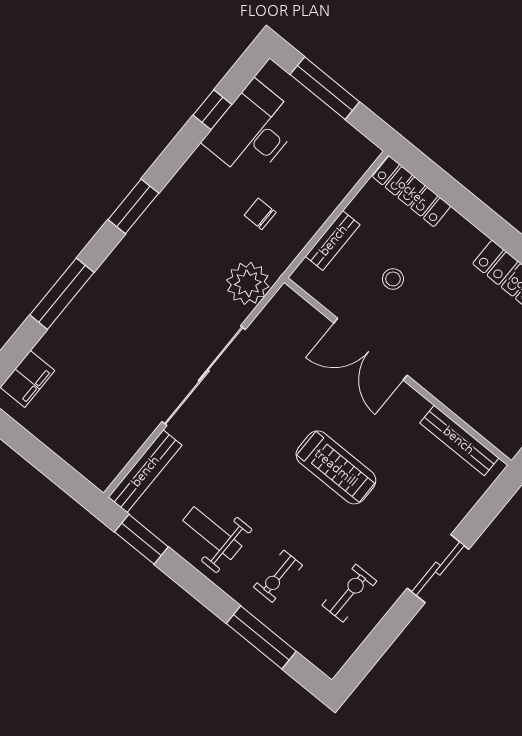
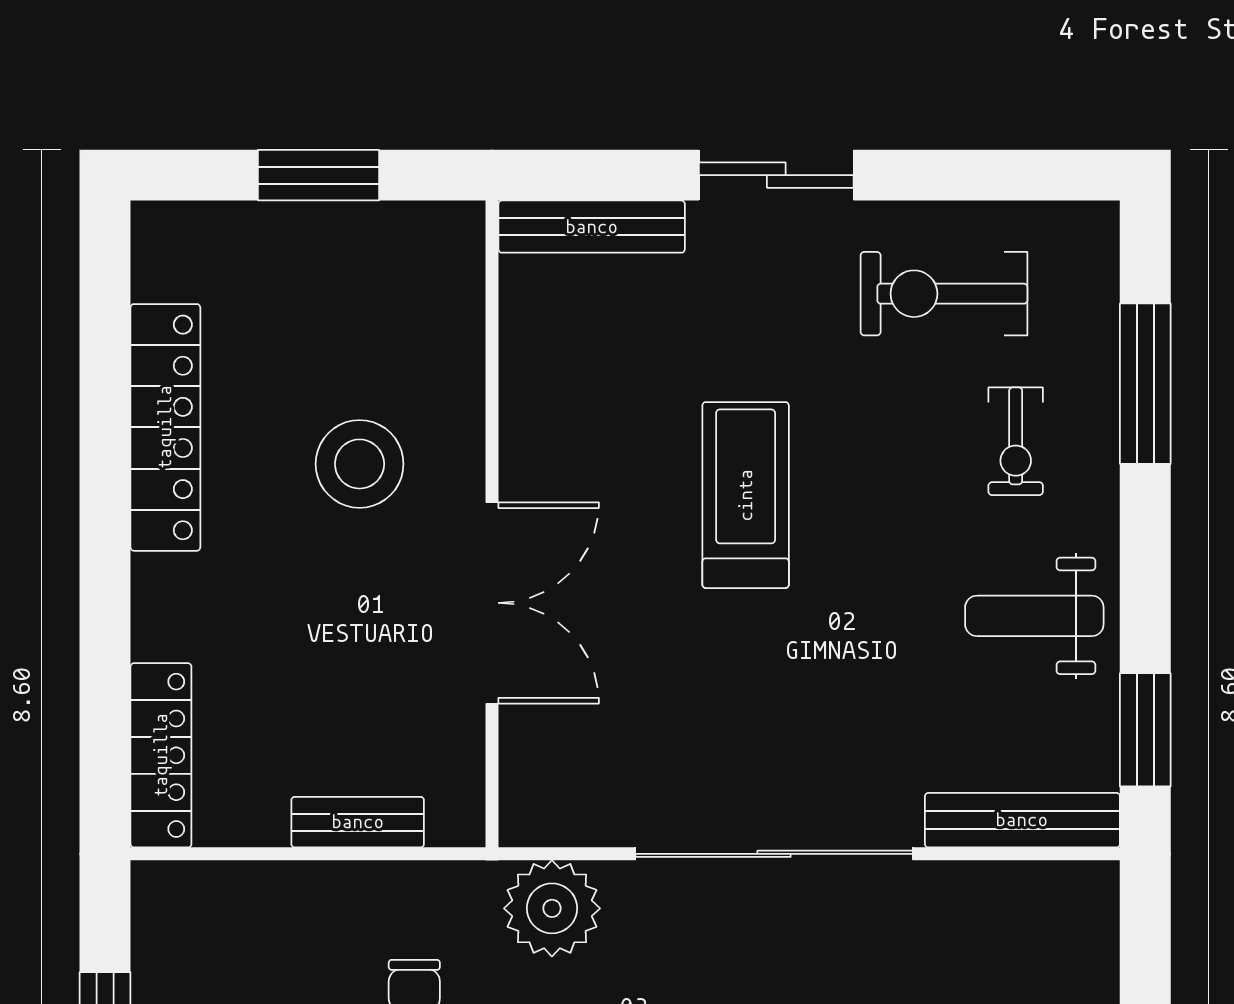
stool: (393, 279) -> (360, 464), moved, width x1.89, depth x1.89
bench: (459, 440) -> (592, 227), moved, turned 90
weight bench: (212, 533) -> (1034, 616), turned 90
exercise bike: (278, 576) -> (1016, 441), turned 90
exercise bike: (349, 593) -> (944, 294), width x1.38, depth x1.39

